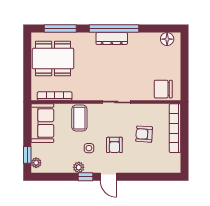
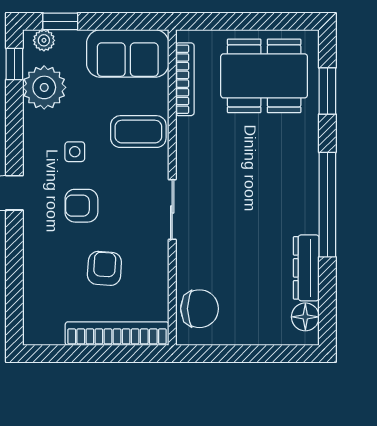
window: (60, 29) -> (327, 91), width x0.69
dresser: (112, 39) -> (306, 268), moved
dining table: (53, 59) -> (264, 76), turned 90
chair: (163, 89) -> (199, 309), turned 90
plant: (79, 167) -> (44, 87), moved, width x1.87, depth x1.87
window: (85, 177) -> (14, 64), moved

